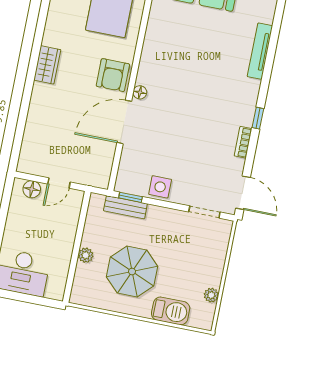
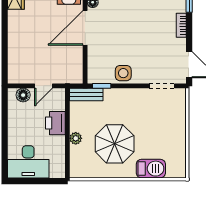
bench: (125, 207) -> (86, 94), moved
printer: (64, 232) -> (55, 123), added
plant: (211, 295) -> (180, 150), removed

